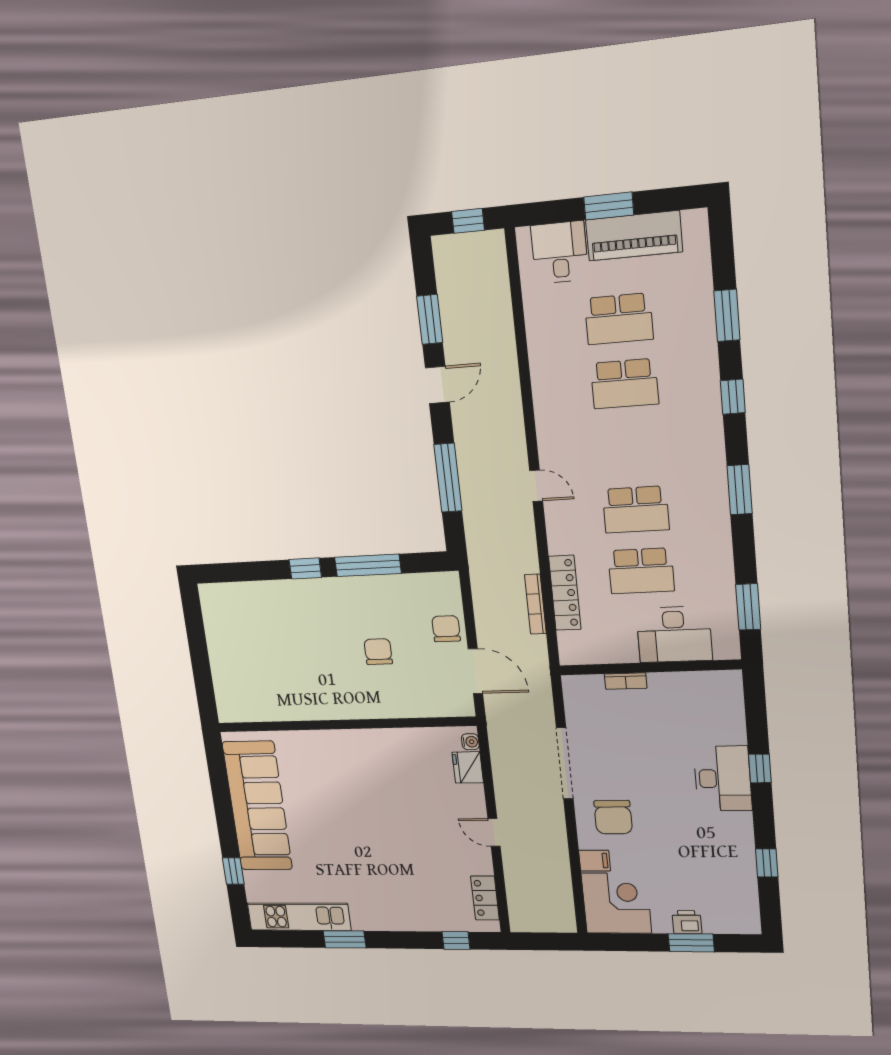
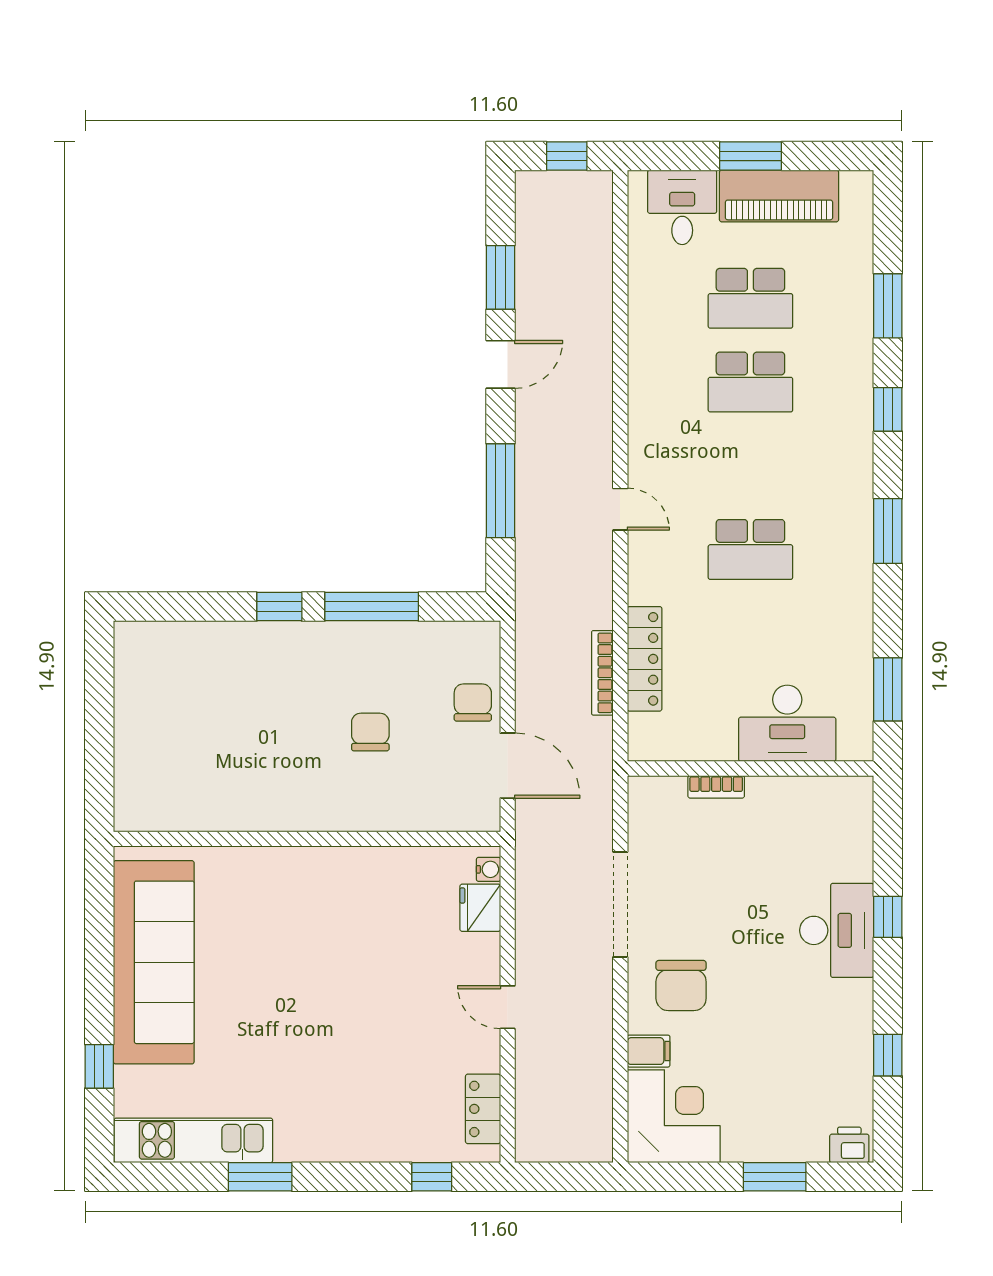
school desk: (641, 571) -> (750, 633), removed
printer: (687, 922) -> (849, 1145), moved

